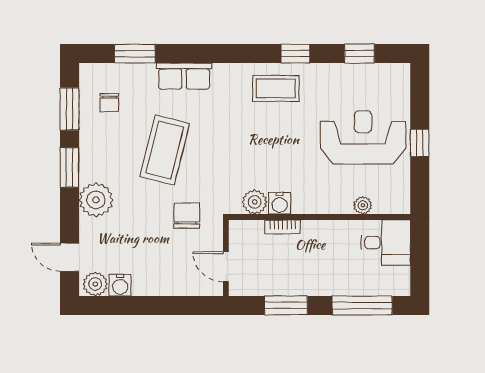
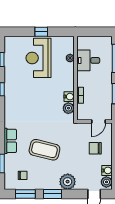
coffee table: (276, 88) -> (16, 98), removed
chair: (187, 215) -> (95, 148), moved
desk: (386, 243) -> (88, 60), moved, turned -90

